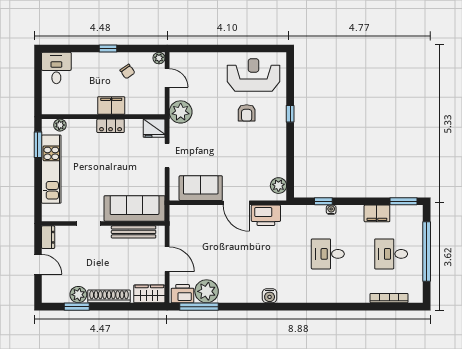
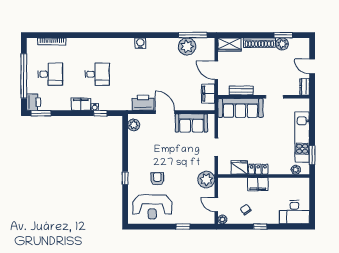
window: (212, 48) -> (183, 227), added
desk: (56, 68) -> (294, 212), width x1.37
fridge: (154, 128) -> (239, 167), moved
filing cabinet: (377, 213) -> (81, 104), moved
filing cabinet: (178, 228) -> (208, 94), added
bench: (134, 232) -> (241, 90), width x0.73
printer: (183, 294) -> (33, 102), moved, turned -90

